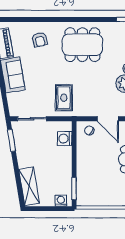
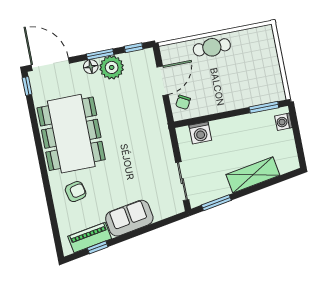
dining table: (82, 45) -> (71, 134), width x1.36, depth x1.24
rug: (64, 98) -> (146, 145), removed
shelving: (29, 186) -> (253, 175), moved

